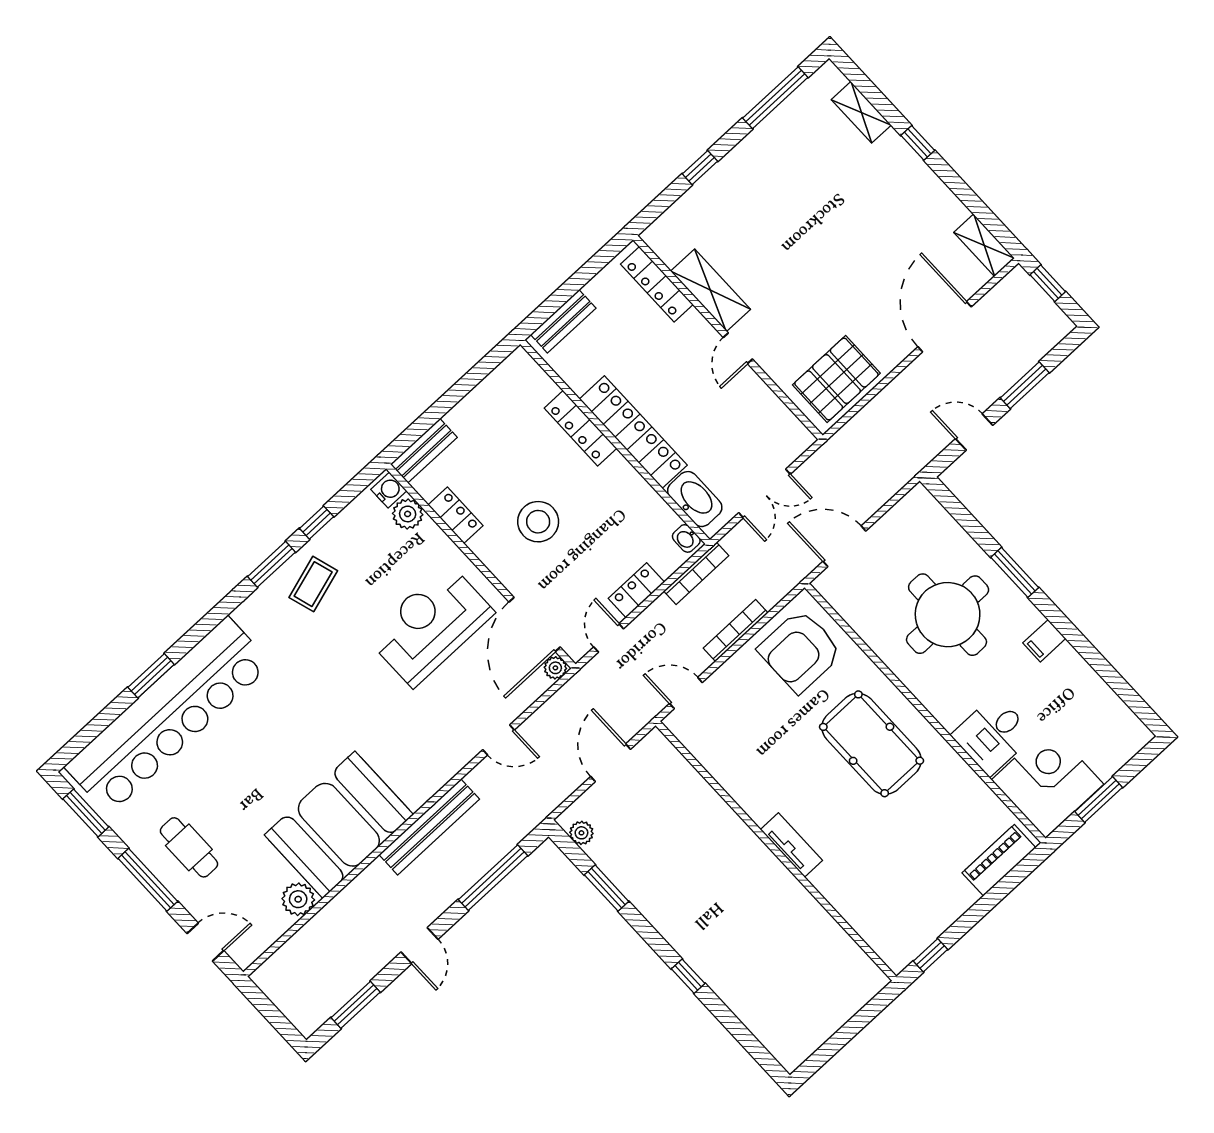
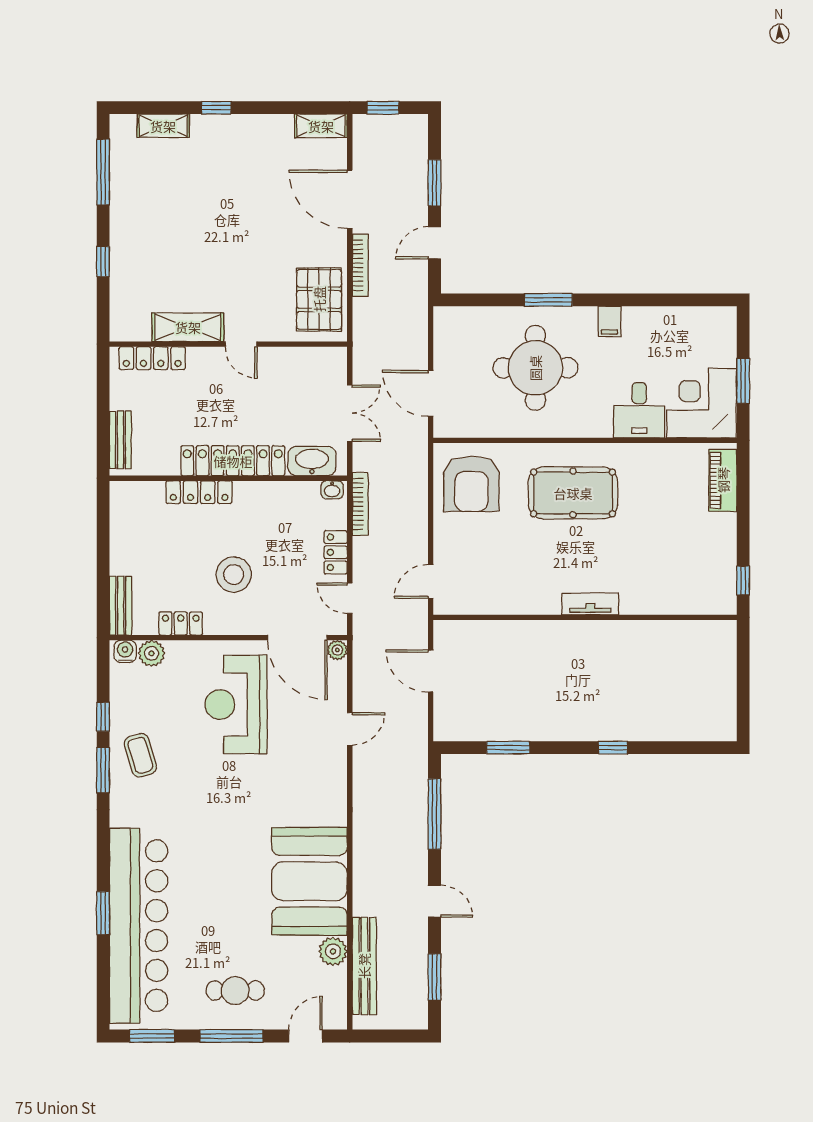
door: (844, 546) -> (431, 393), hinge flipped
bookcase: (736, 630) -> (360, 265), moved, turned 180
bench: (429, 827) -> (364, 966), moved
plant: (581, 833) -> (458, 731), removed

